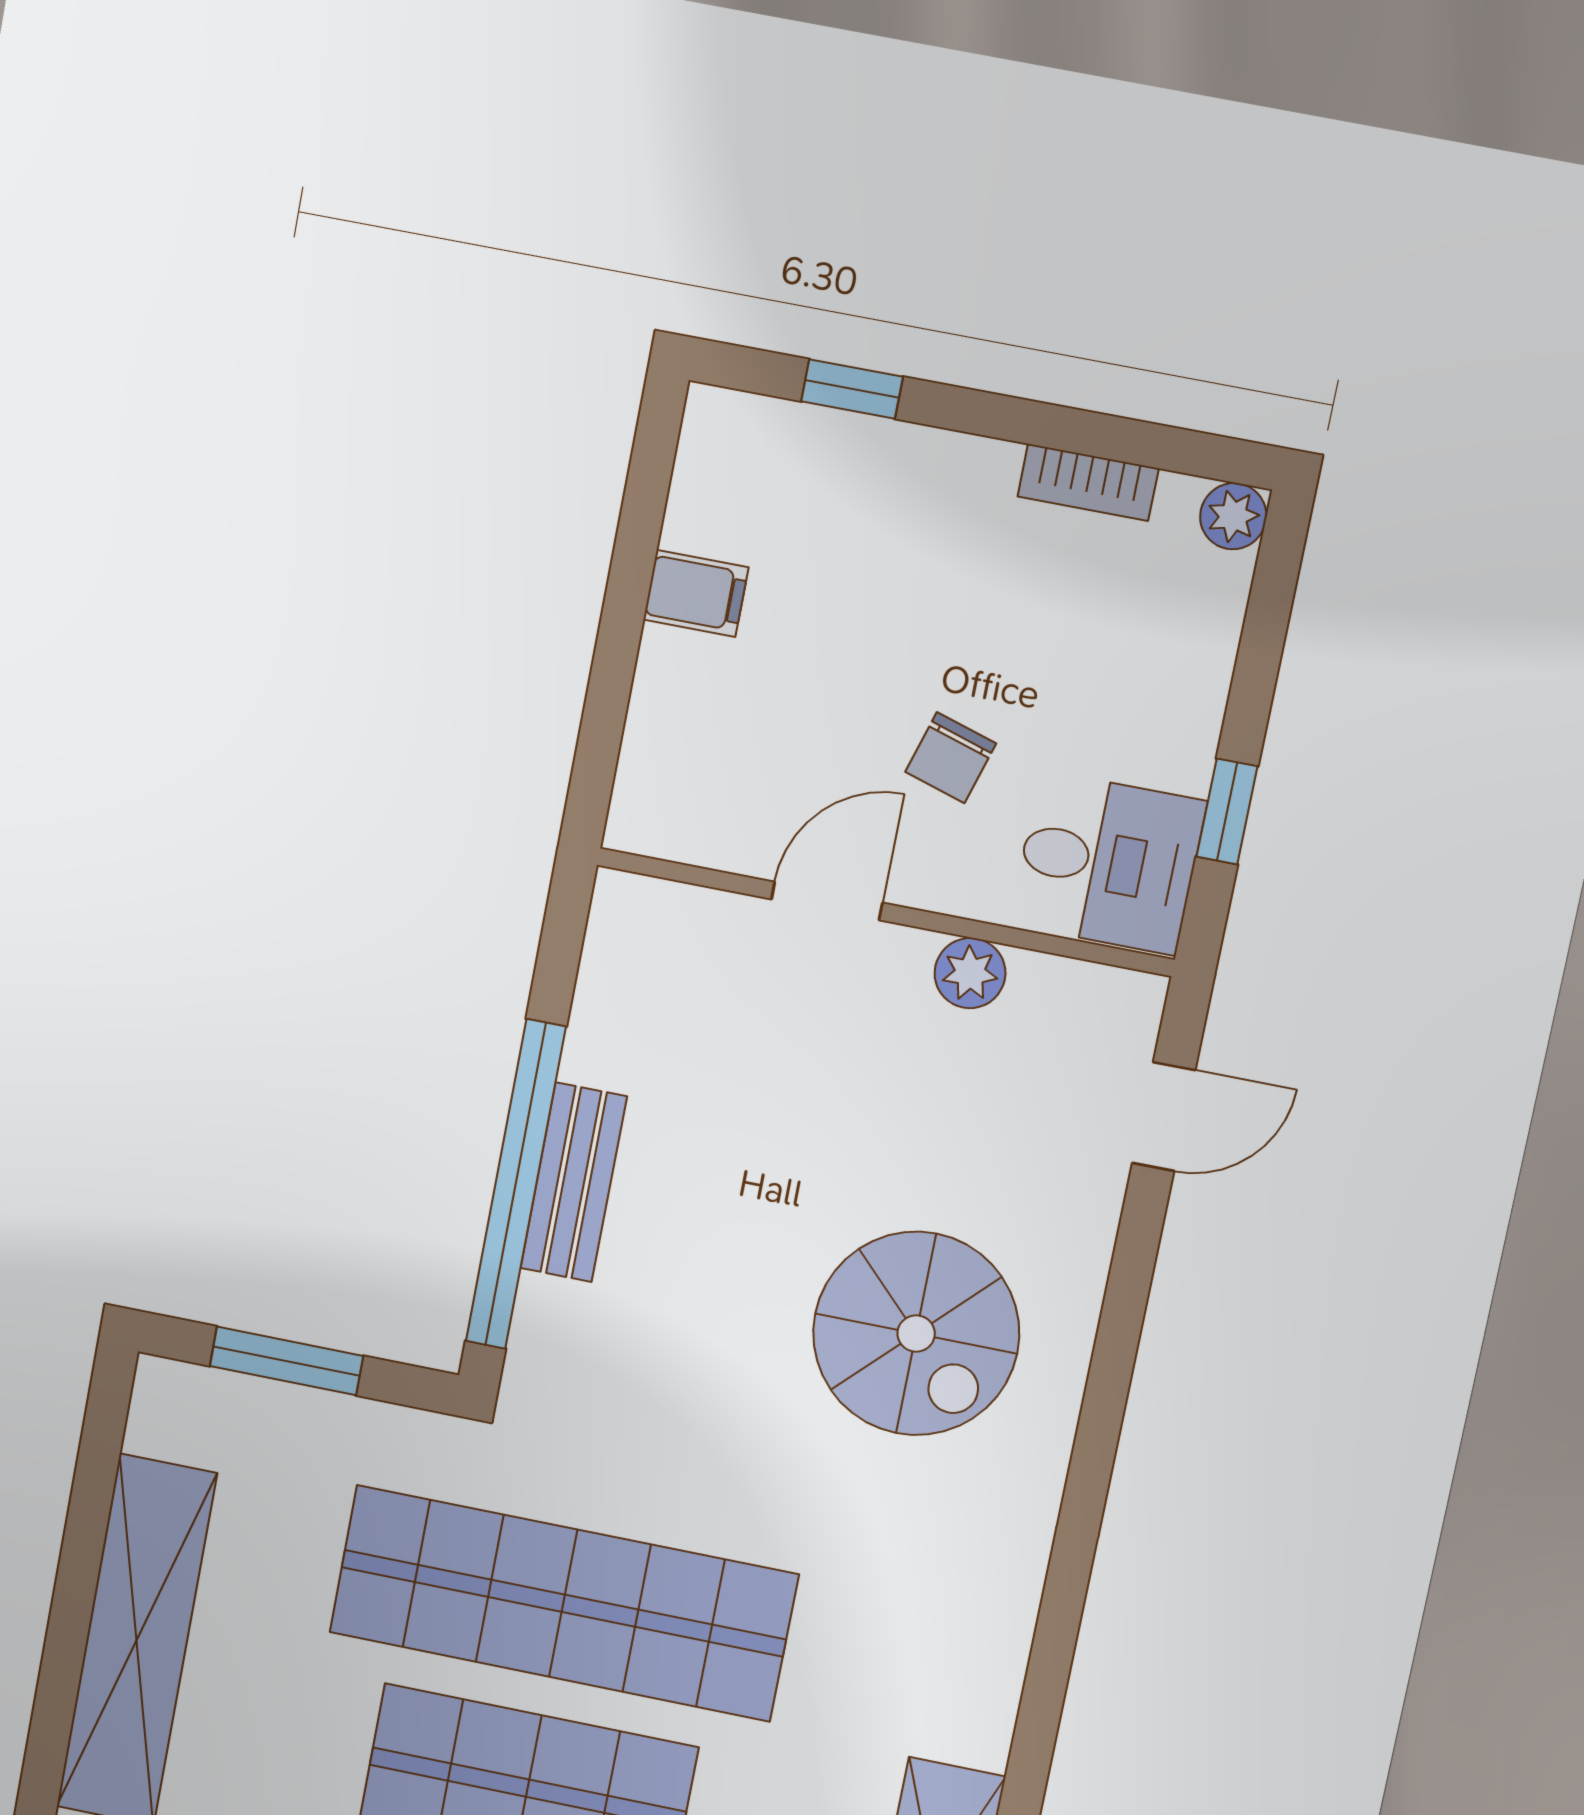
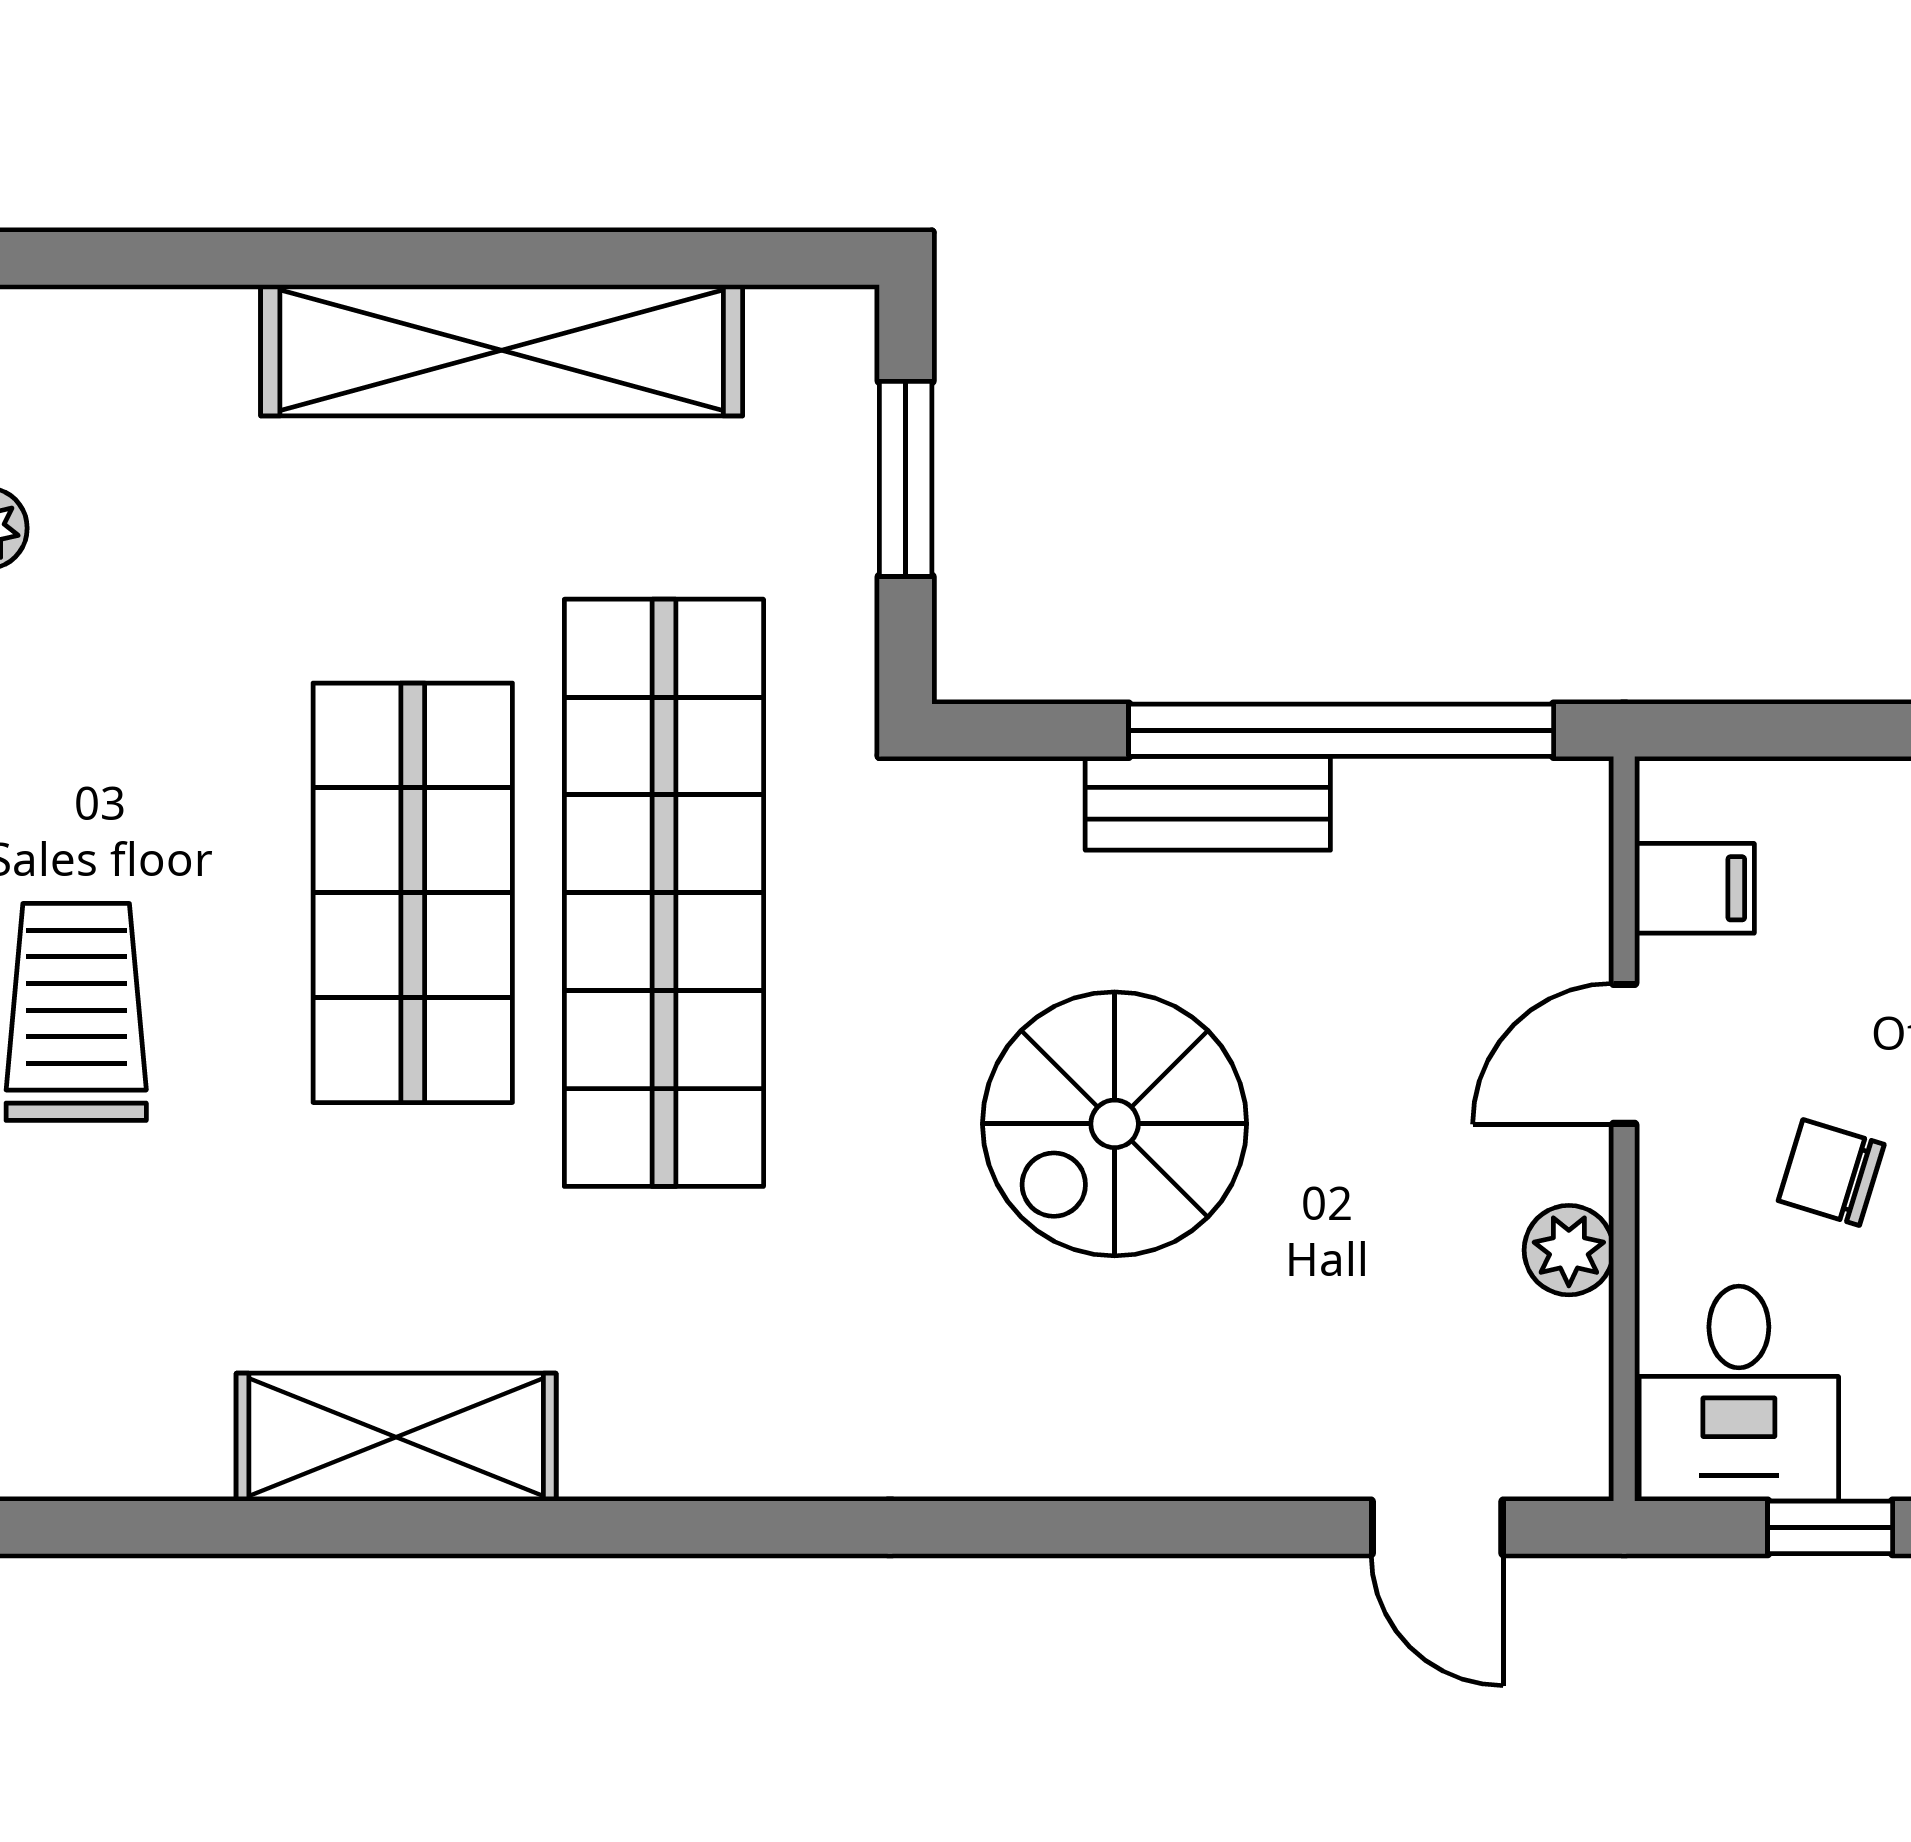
filing cabinet: (710, 822) -> (1694, 888), added
door: (827, 901) -> (1624, 1054), swing flipped
window: (516, 1184) -> (1341, 730), moved
spiral stairs: (916, 1334) -> (1115, 1124), moved

